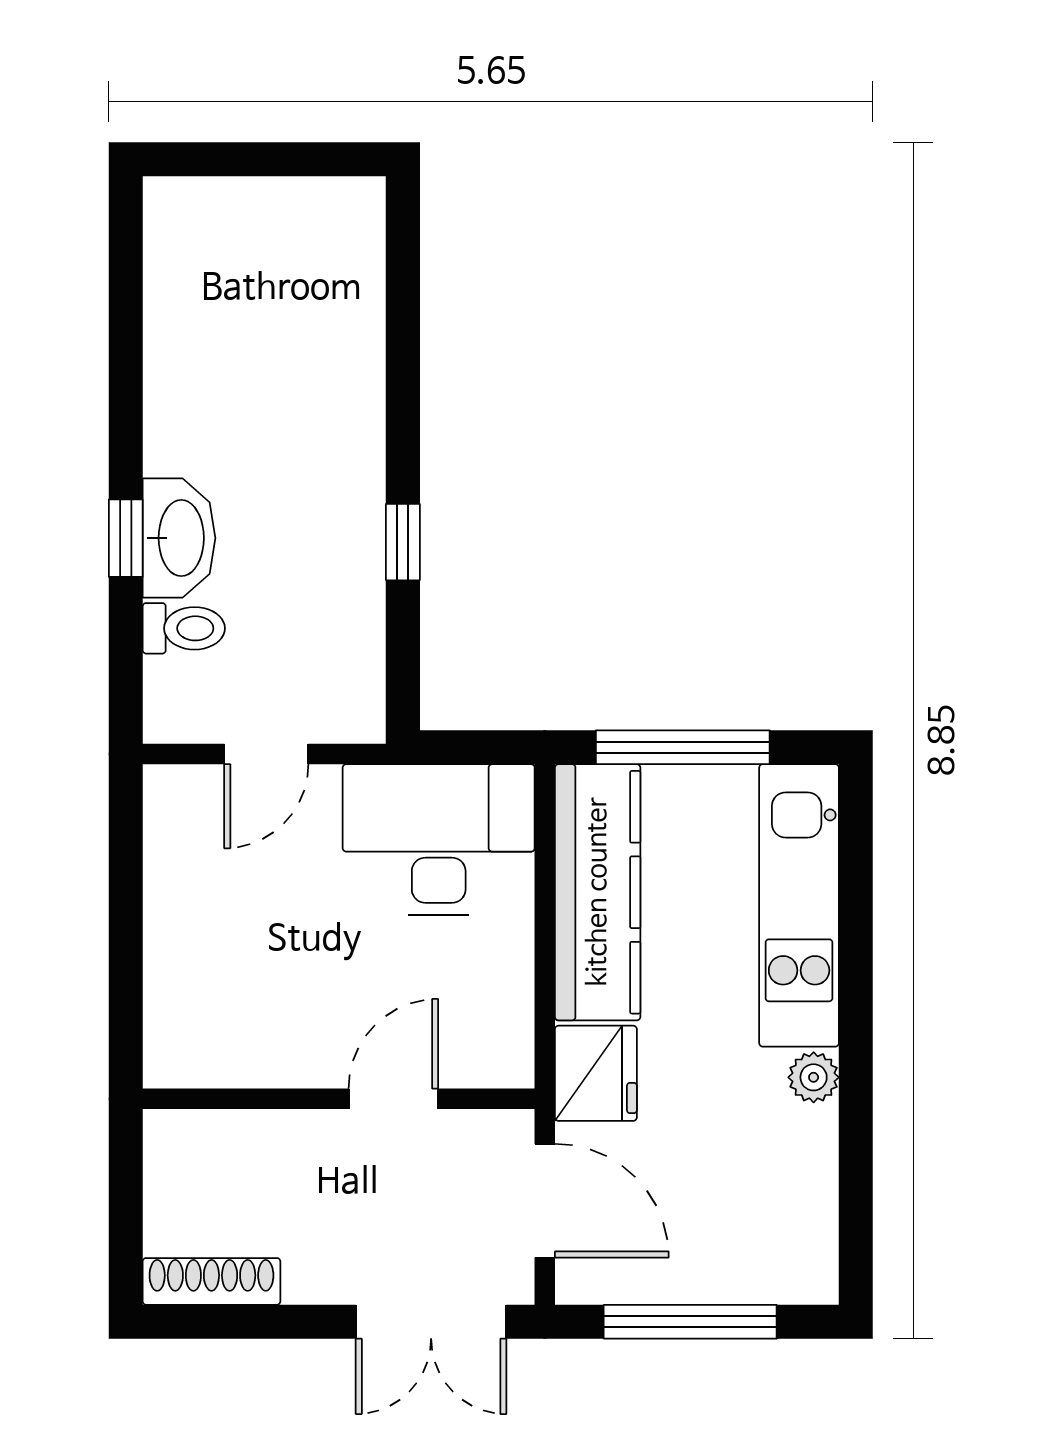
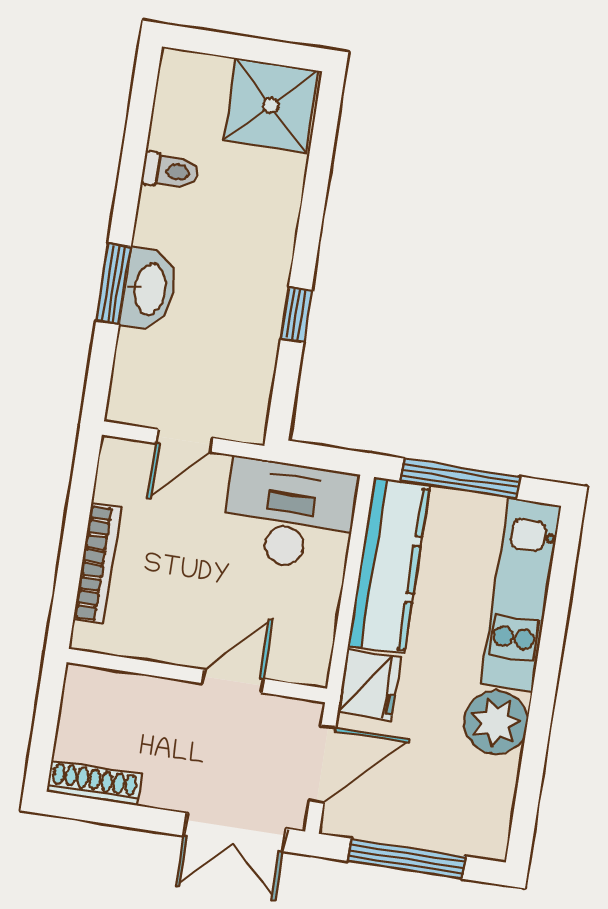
shower: (318, 239) -> (271, 105), added
window: (126, 538) -> (114, 284), width x1.50
toilet: (184, 628) -> (170, 171), moved
bookcase: (165, 956) -> (97, 563), added
plant: (814, 1077) -> (496, 722), width x1.88, depth x1.88
door: (545, 1201) -> (323, 764), hinge flipped

